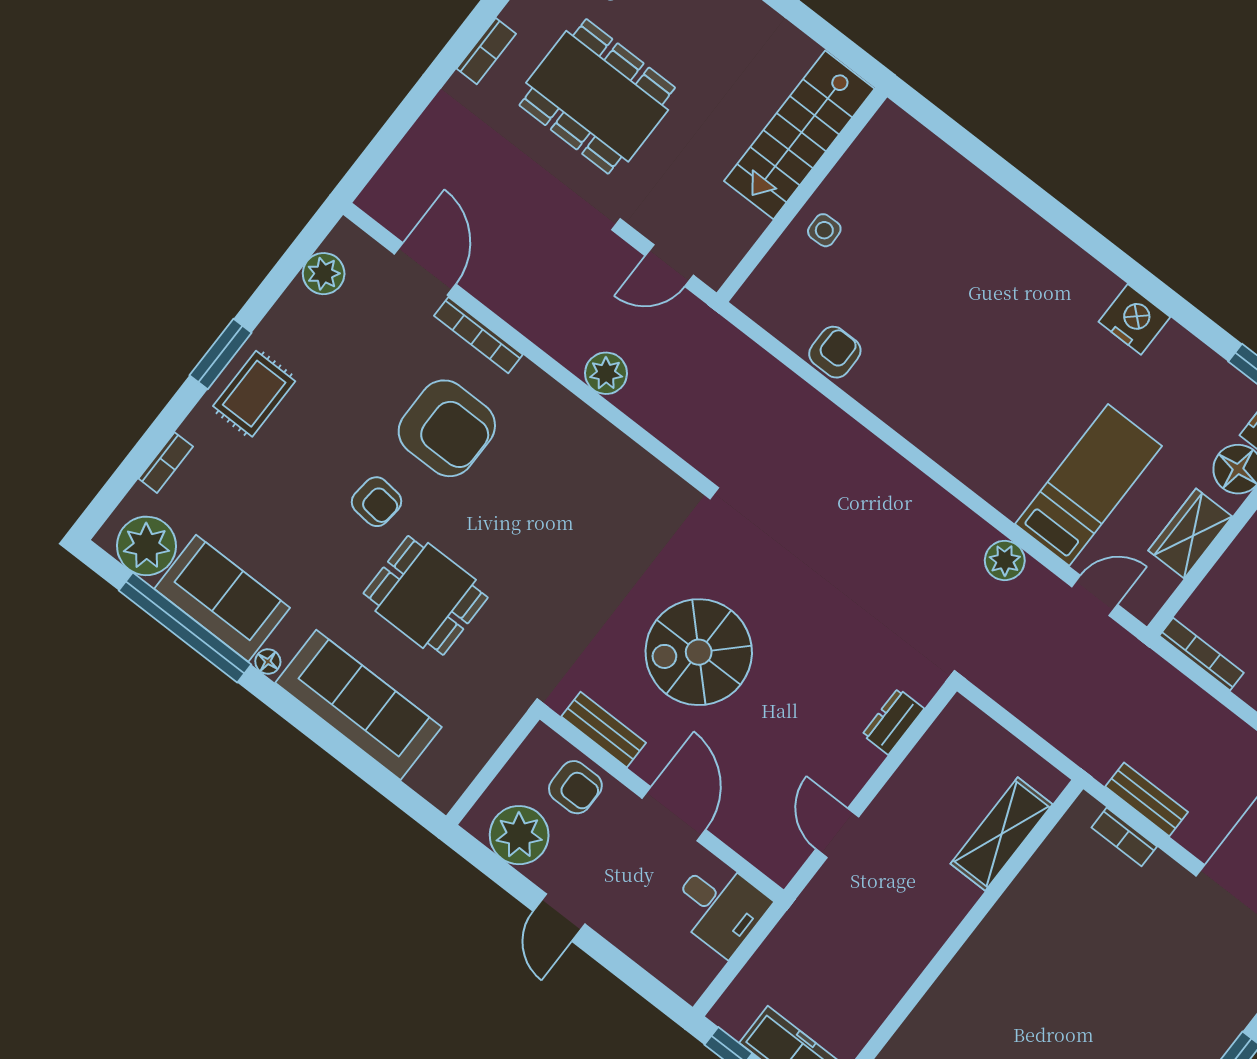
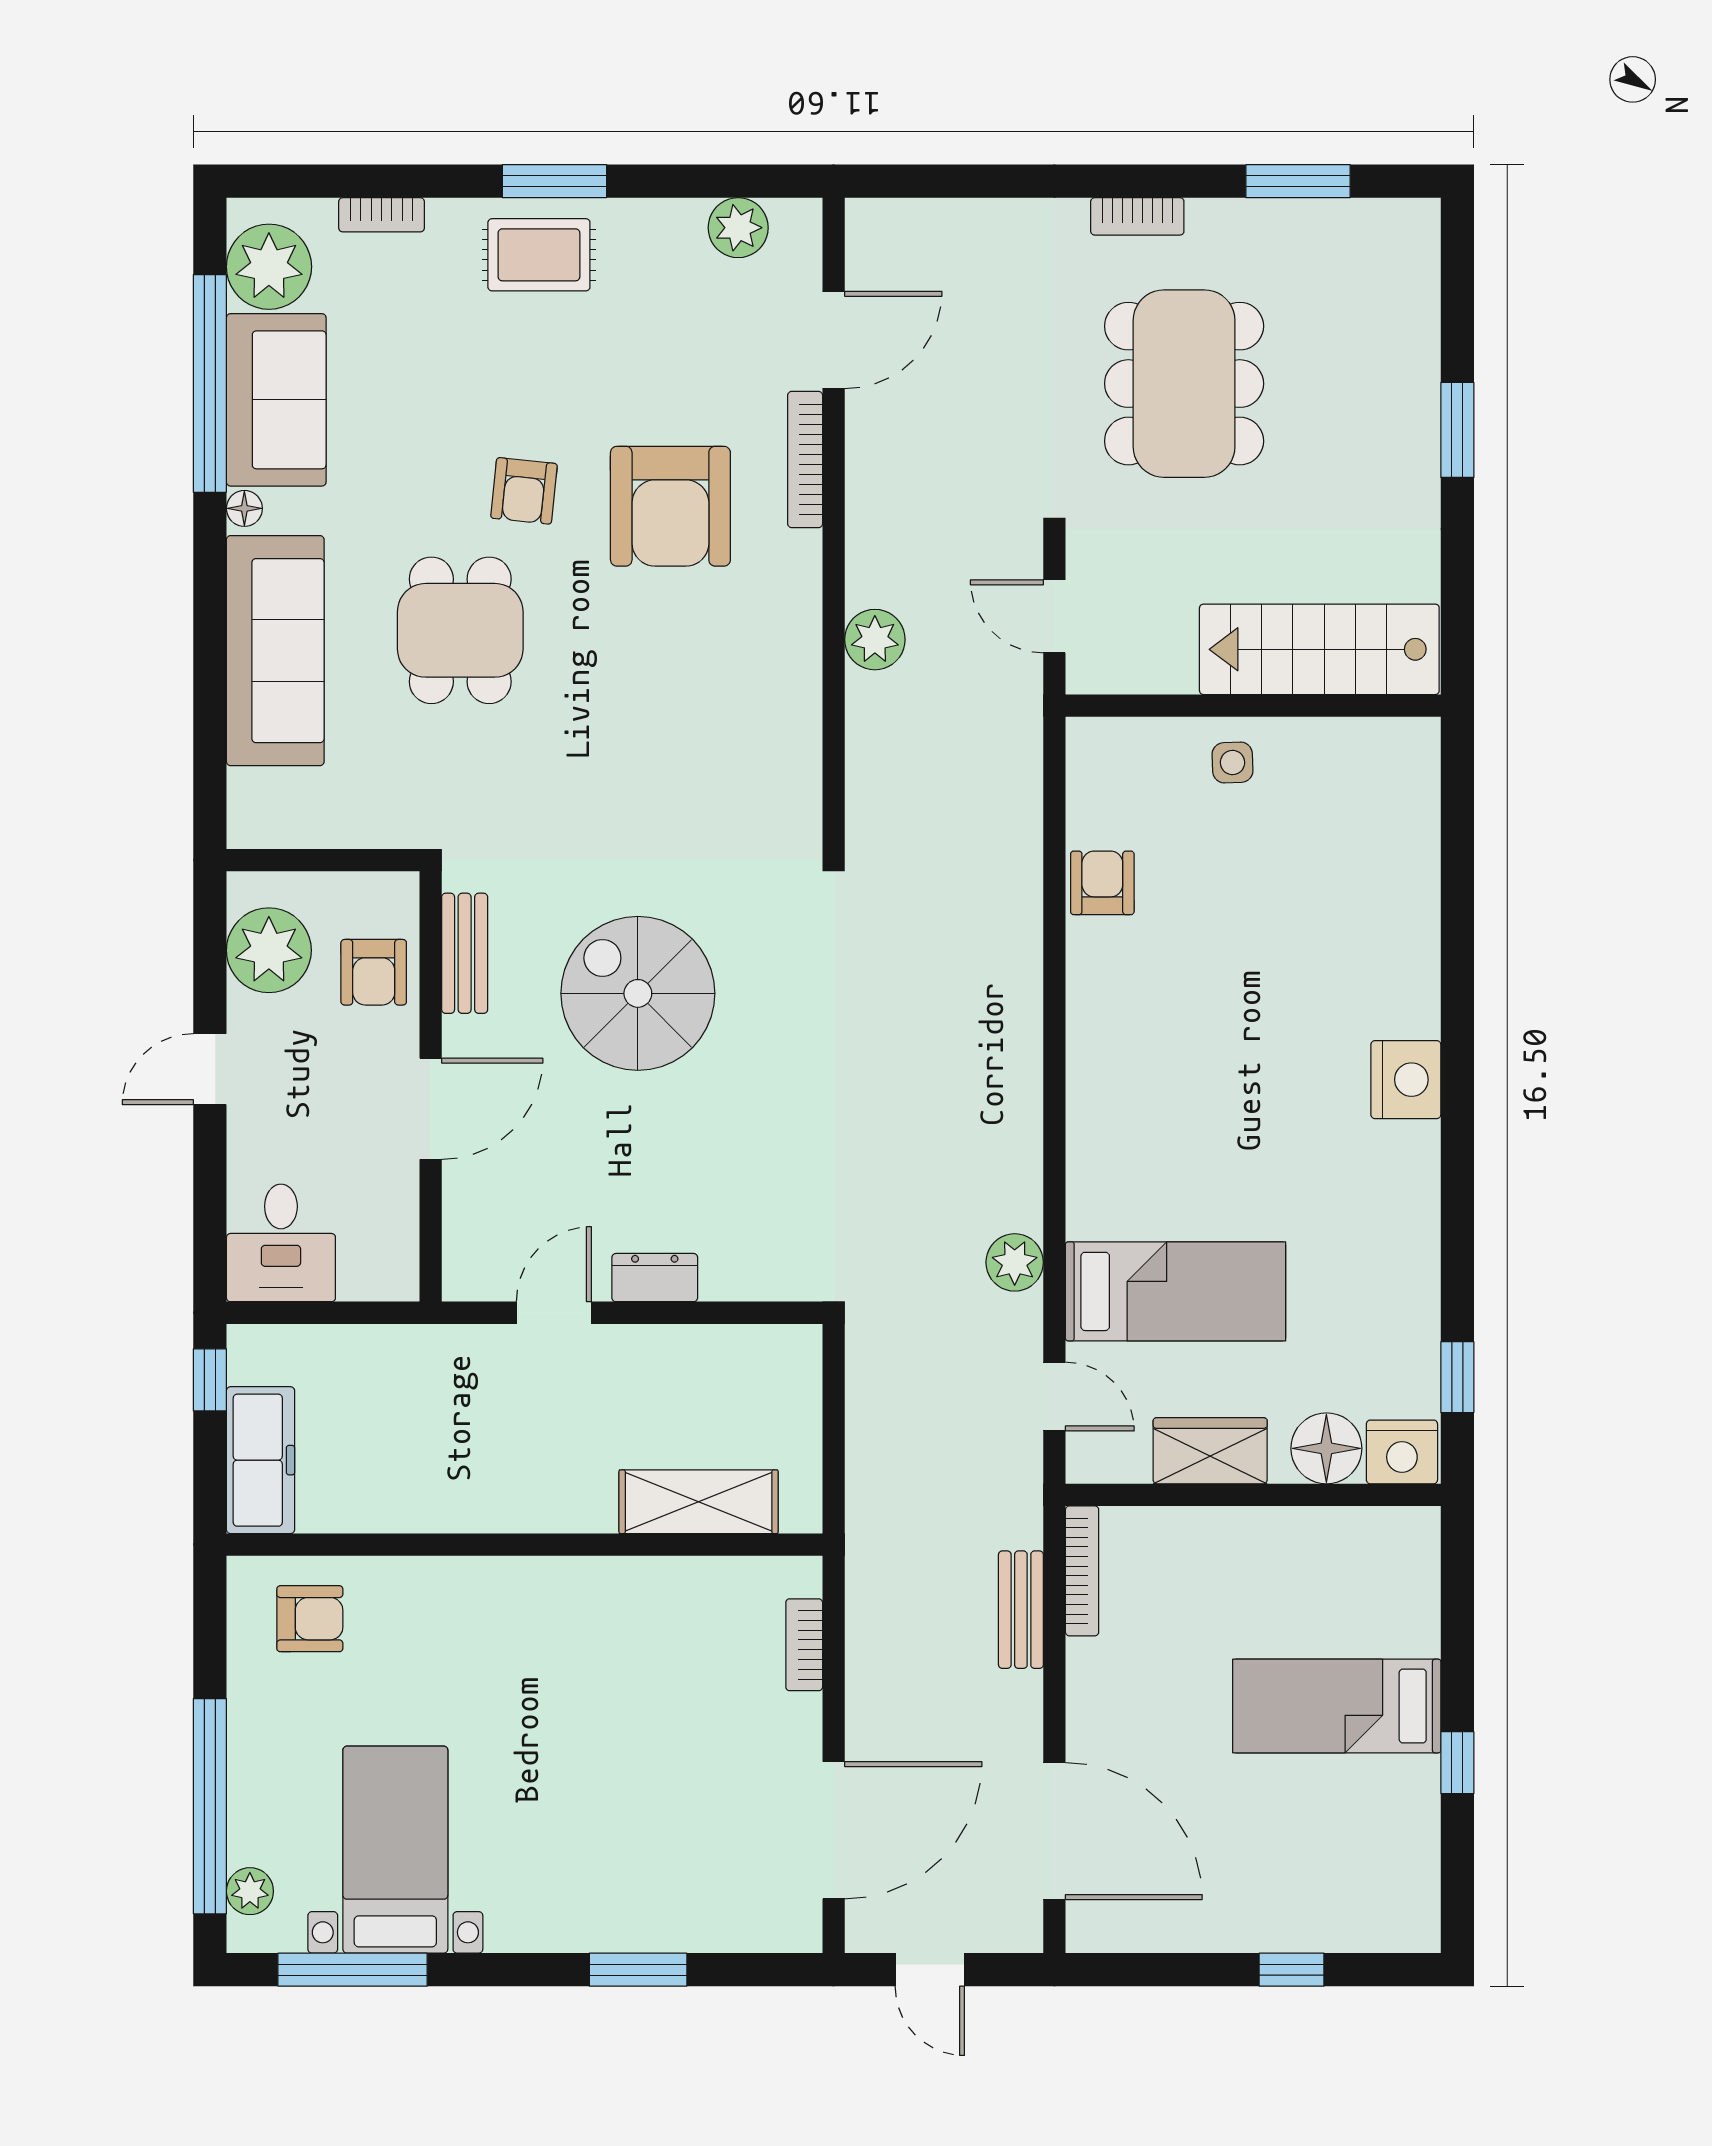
nightstand: (1134, 319) -> (1406, 1080), moved
armchair: (835, 352) -> (1102, 883), turned -90
dresser: (893, 722) -> (655, 1278), moved
bench: (1147, 799) -> (1021, 1610), moved
desk: (719, 906) -> (281, 1243), moved

